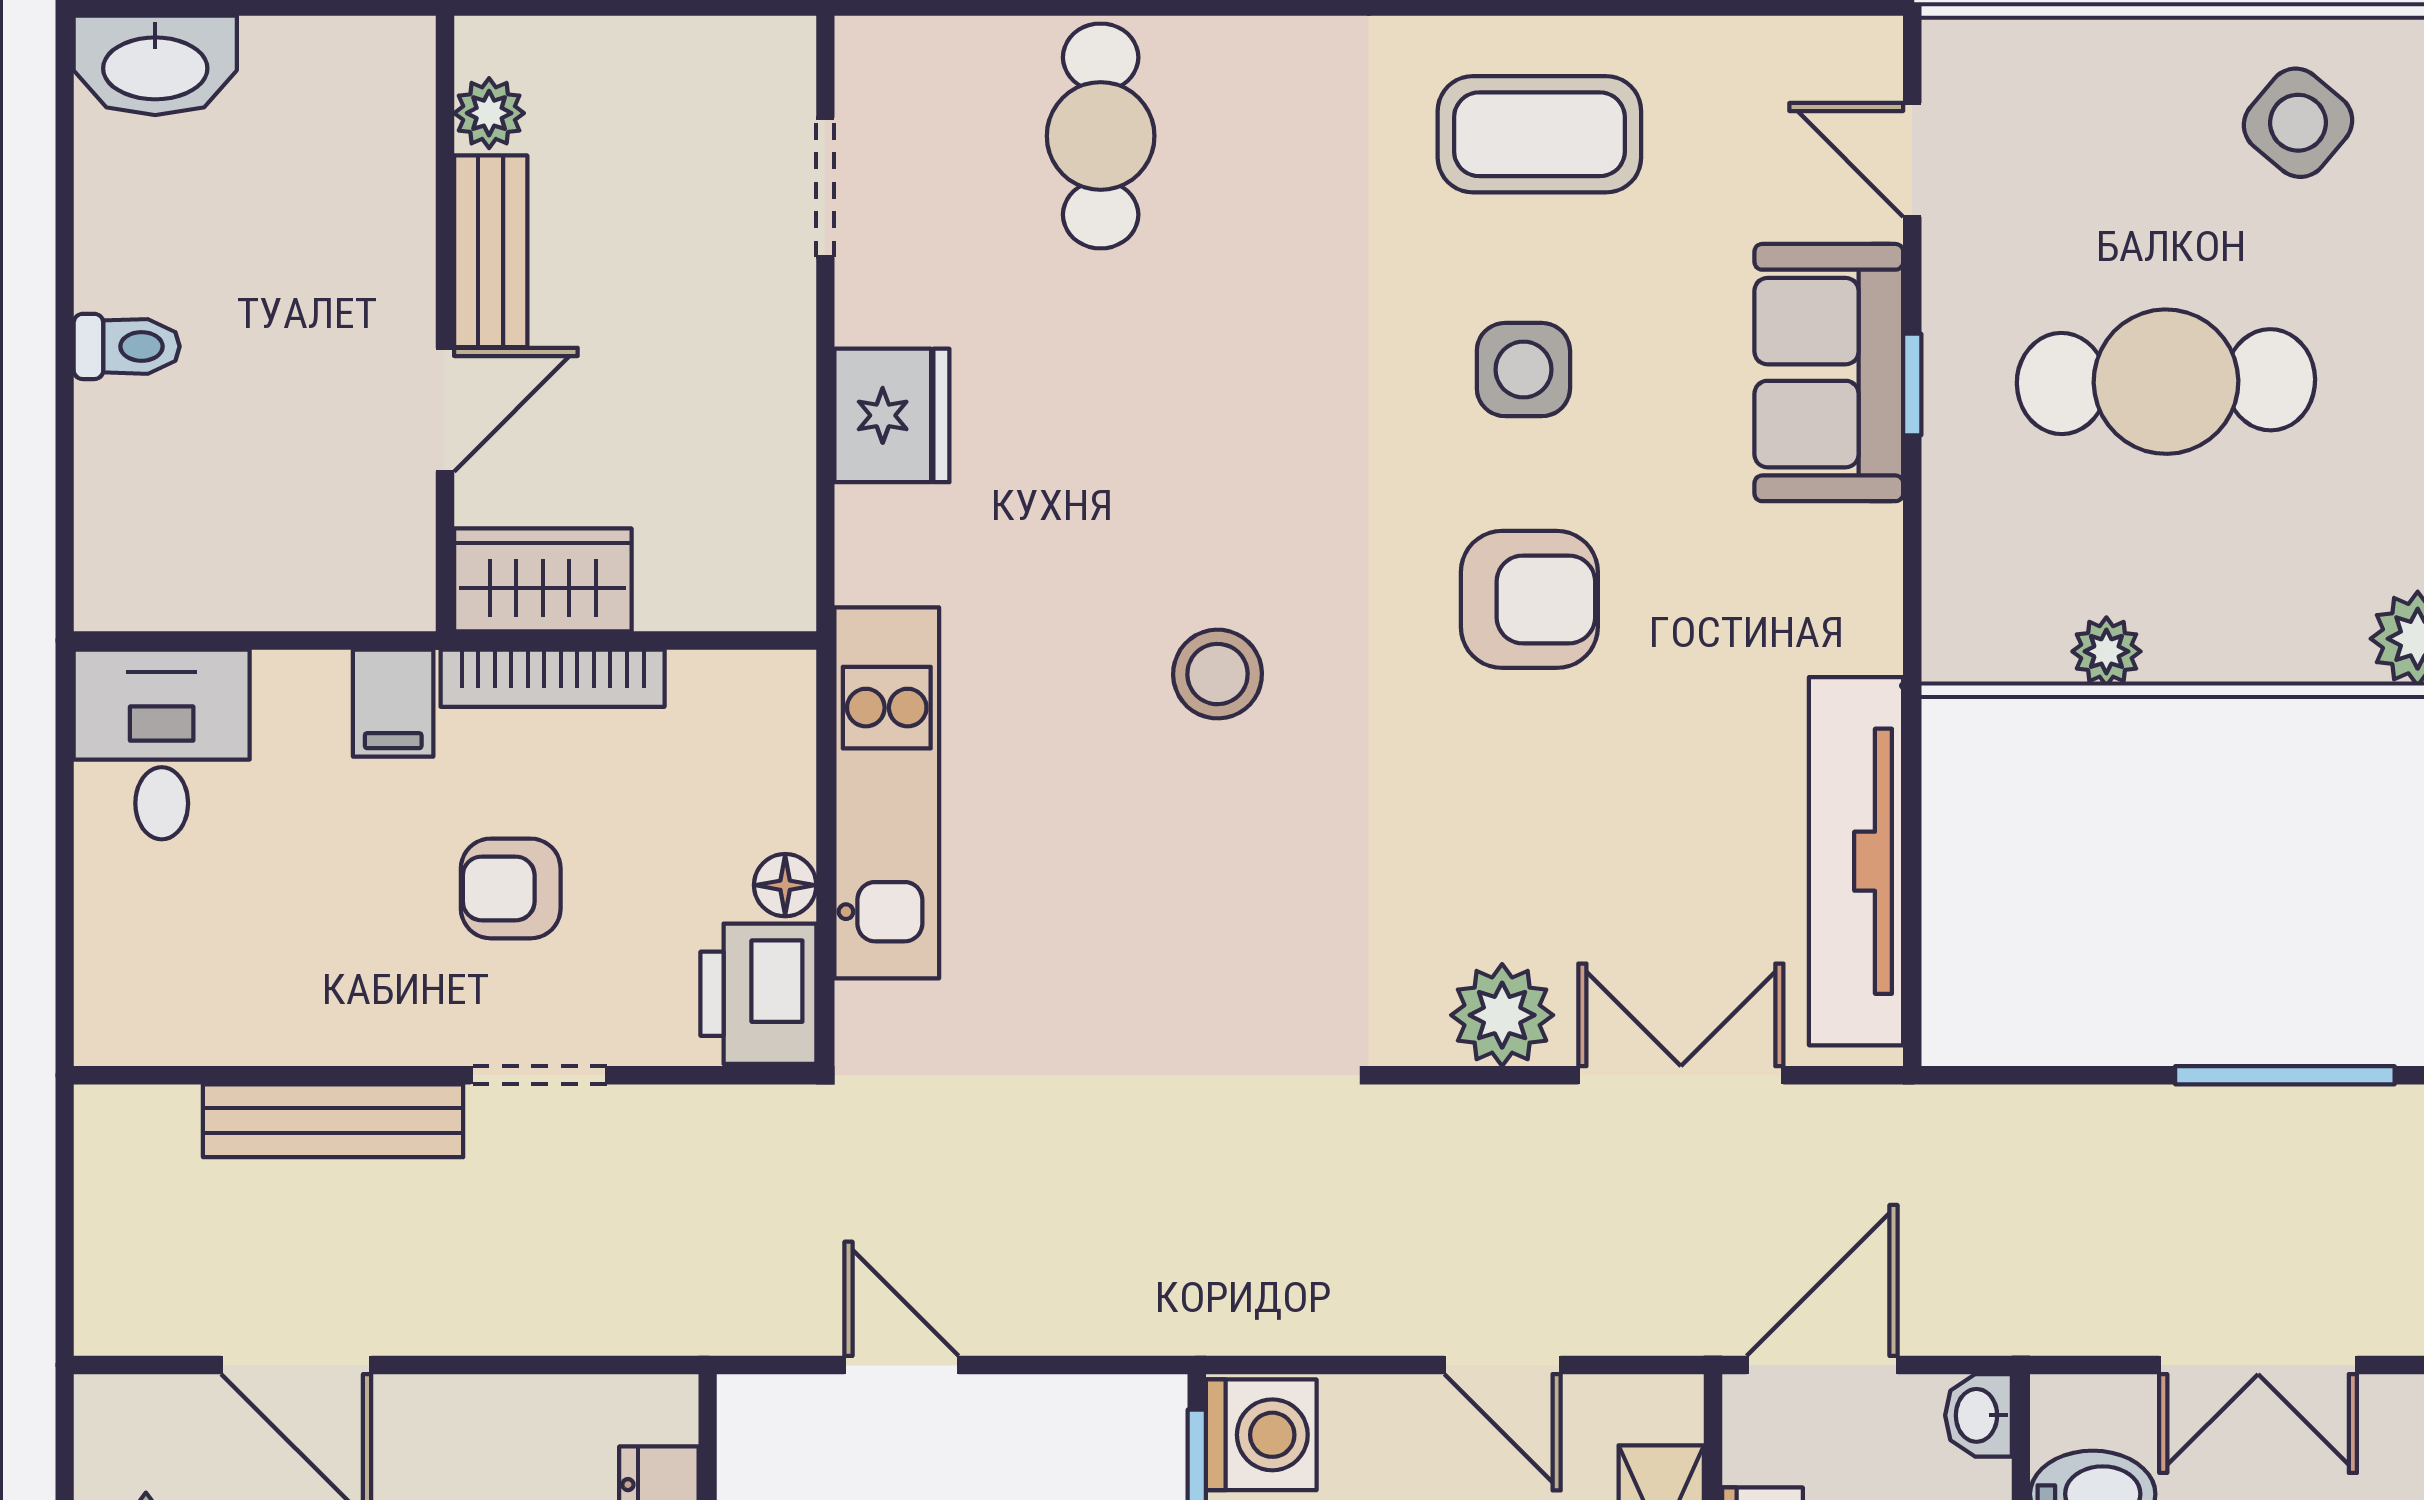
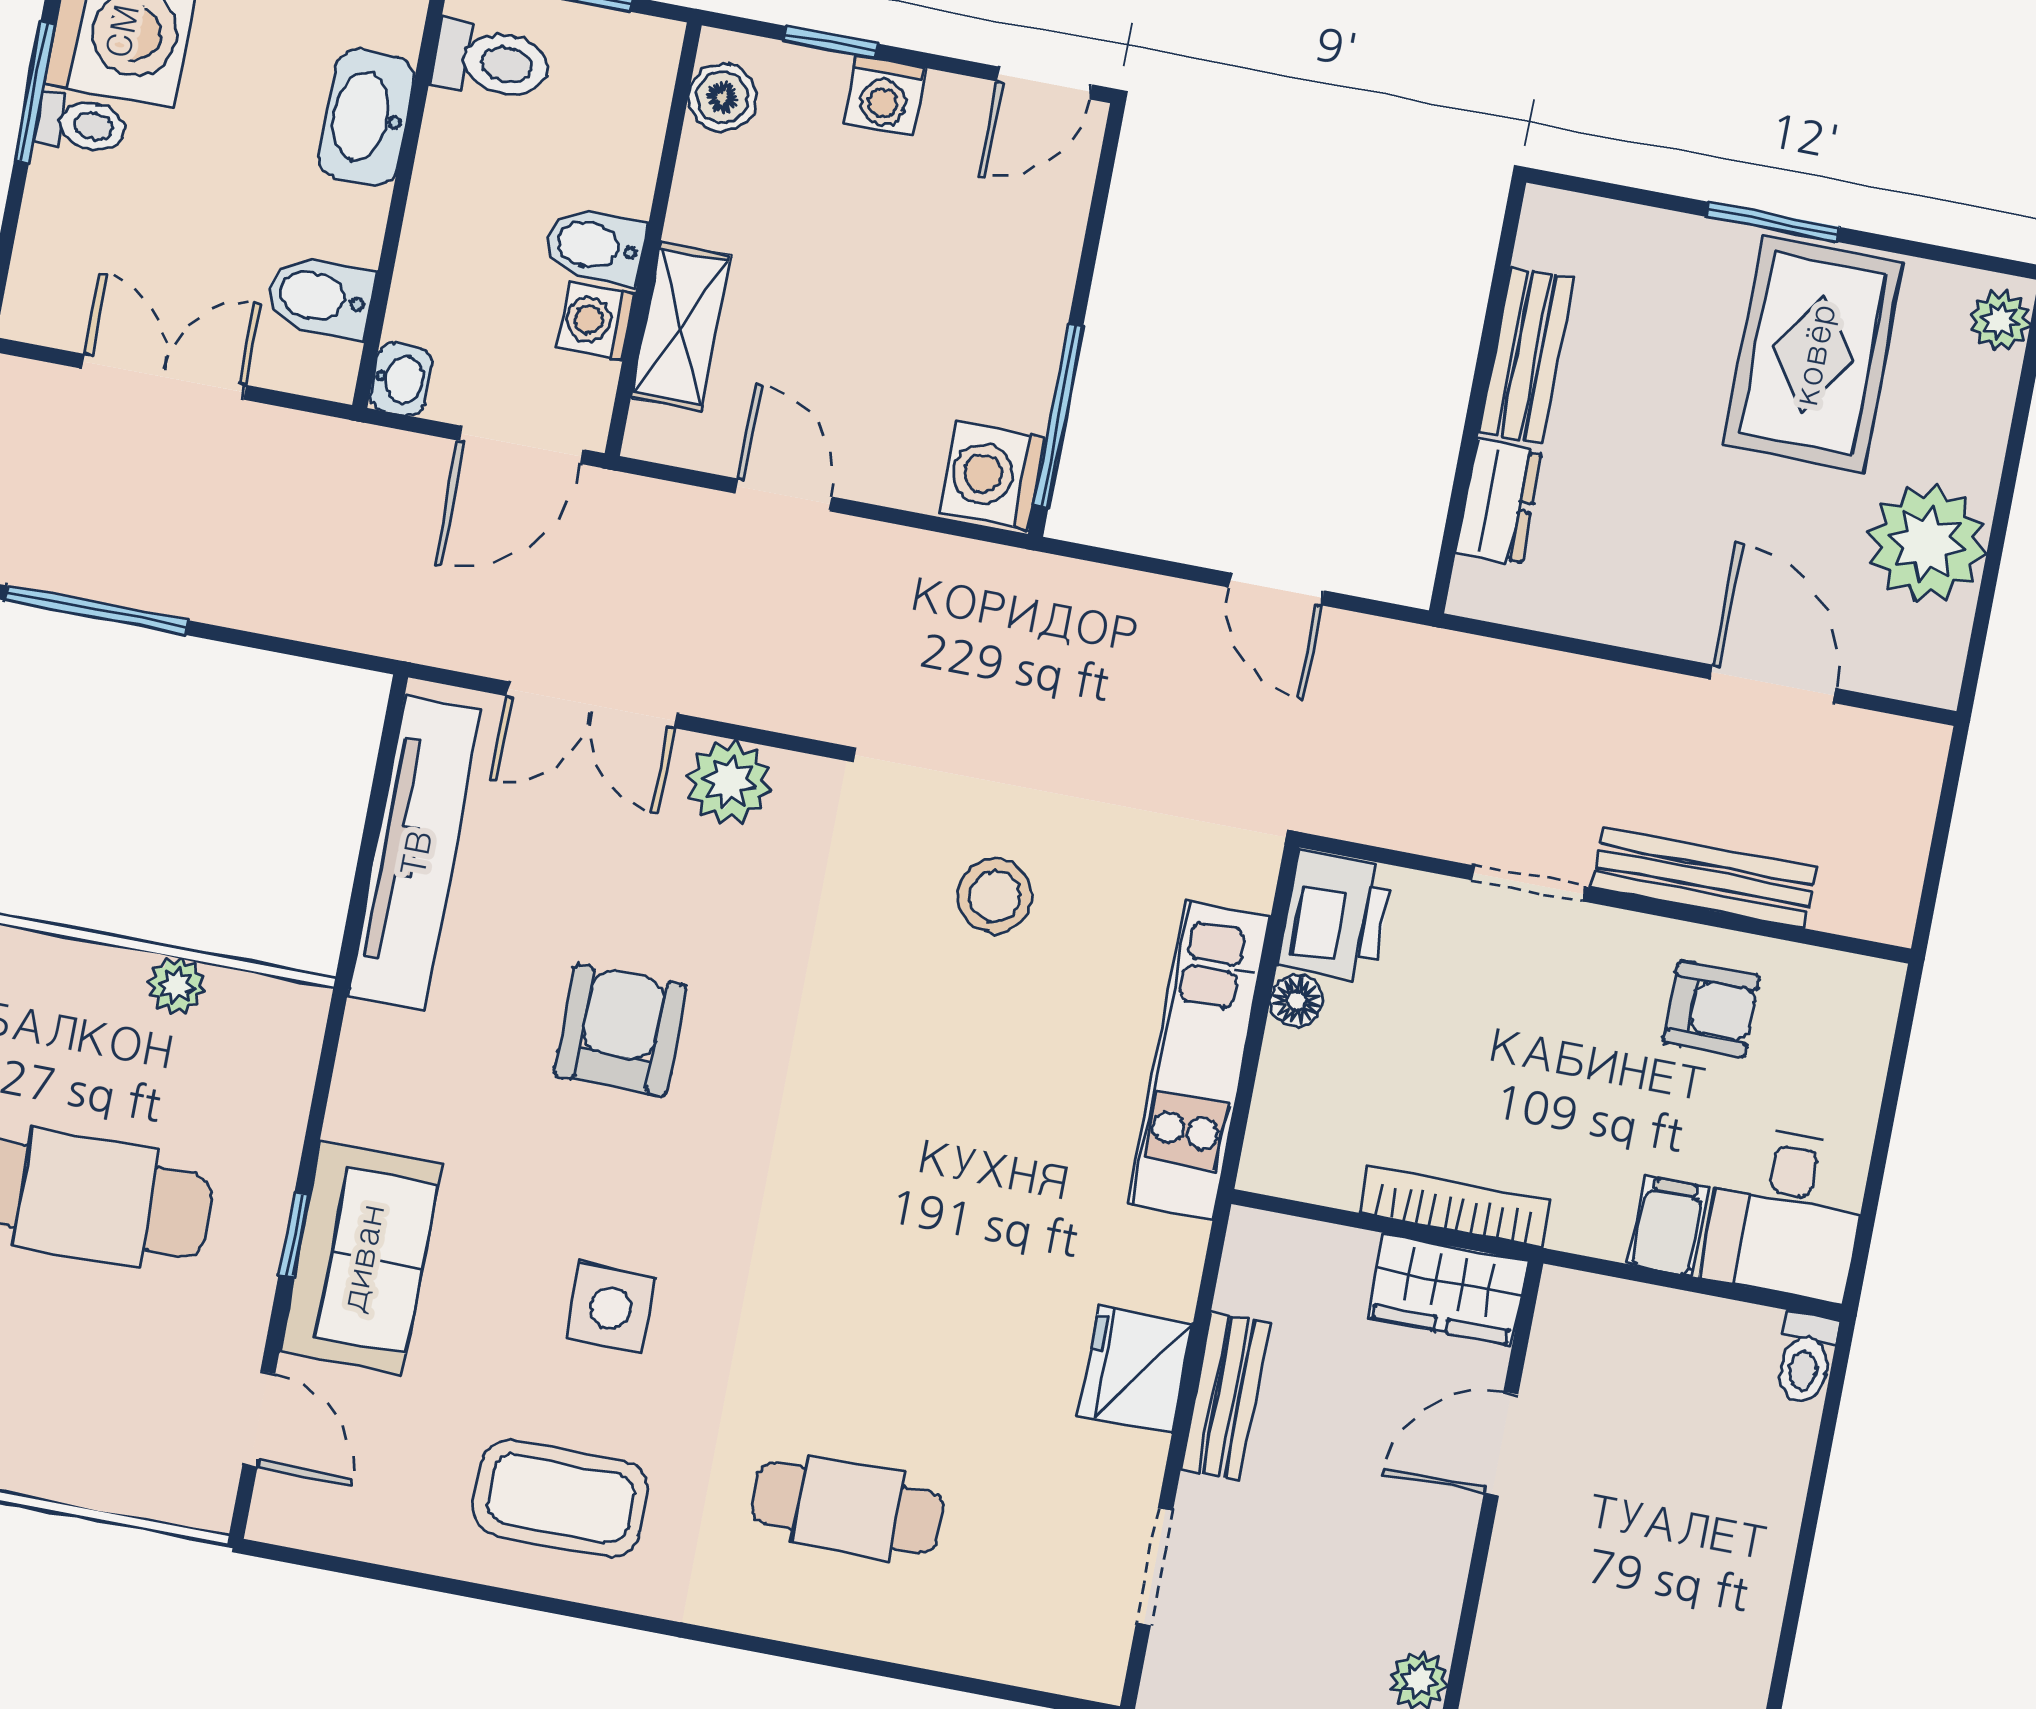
cafe table: (1101, 136) -> (848, 1508), moved, turned 90
bench: (491, 251) -> (1226, 1396), moved
toilet: (127, 346) -> (1805, 1358), moved, turned -90
armchair: (1529, 599) -> (620, 1030), moved, turned 90
stool: (1218, 674) -> (995, 896), moved
filing cabinet: (393, 703) -> (1668, 1226), moved
armchair: (511, 888) -> (1711, 1009), moved

